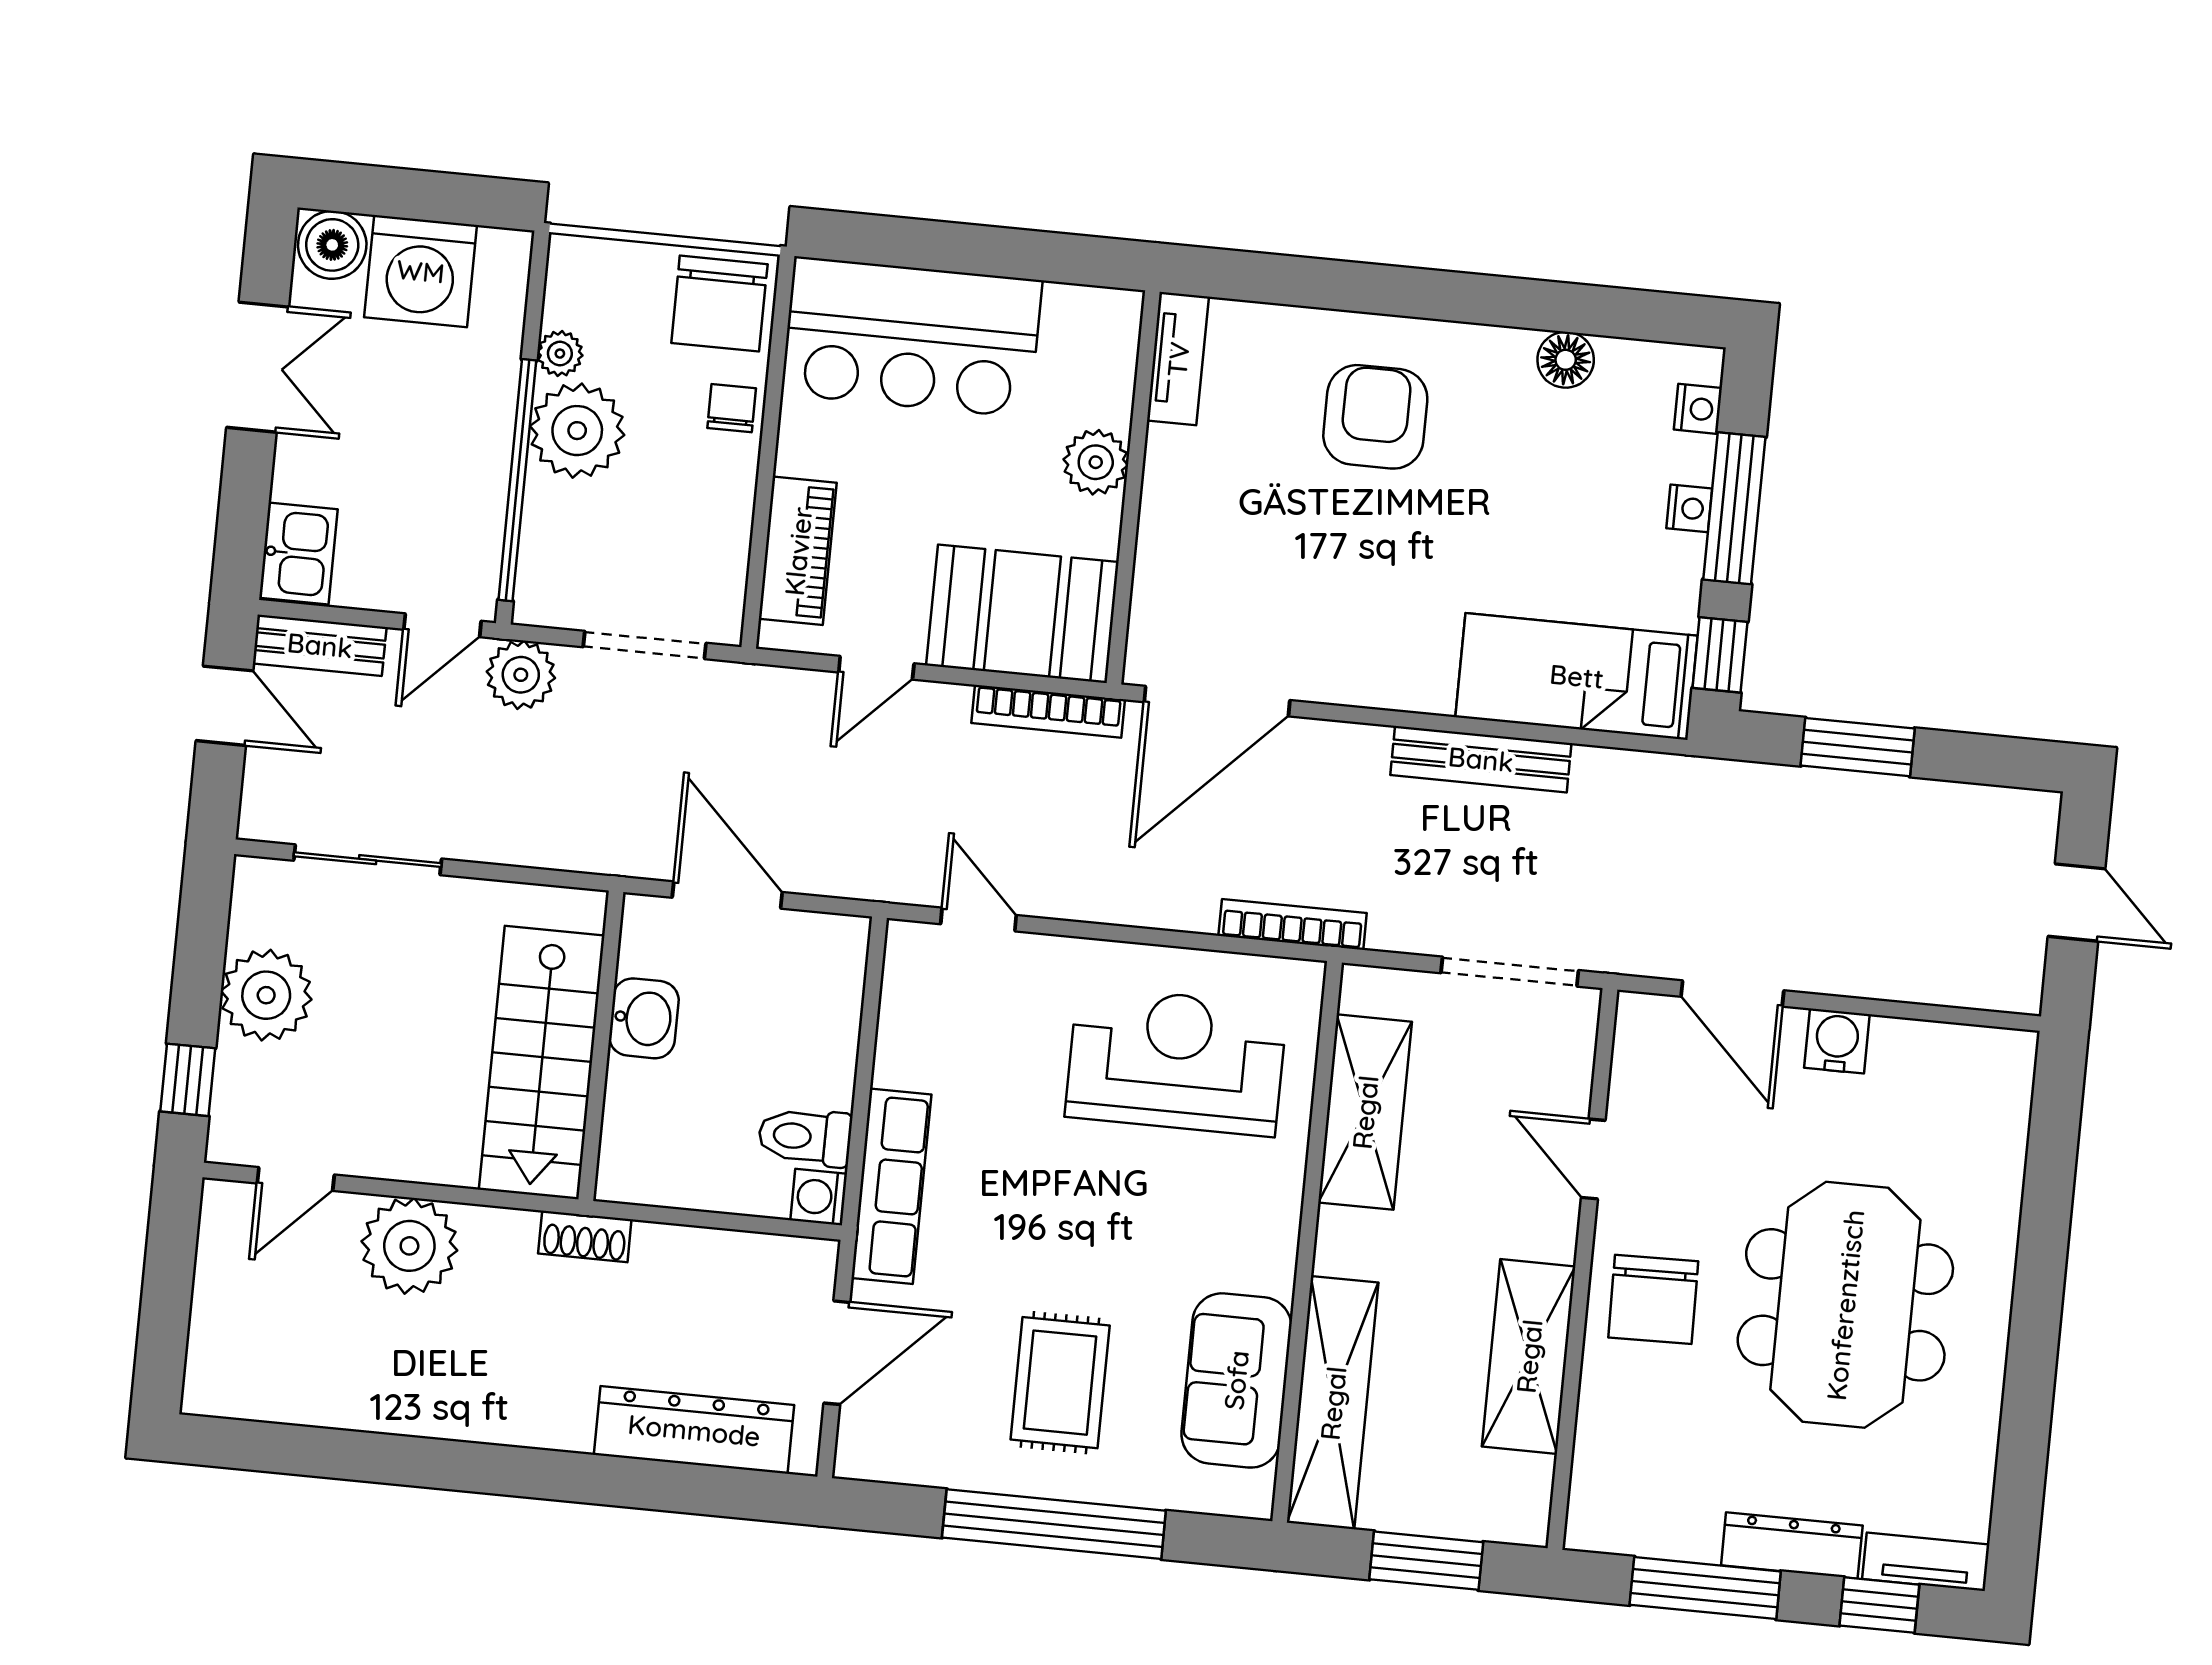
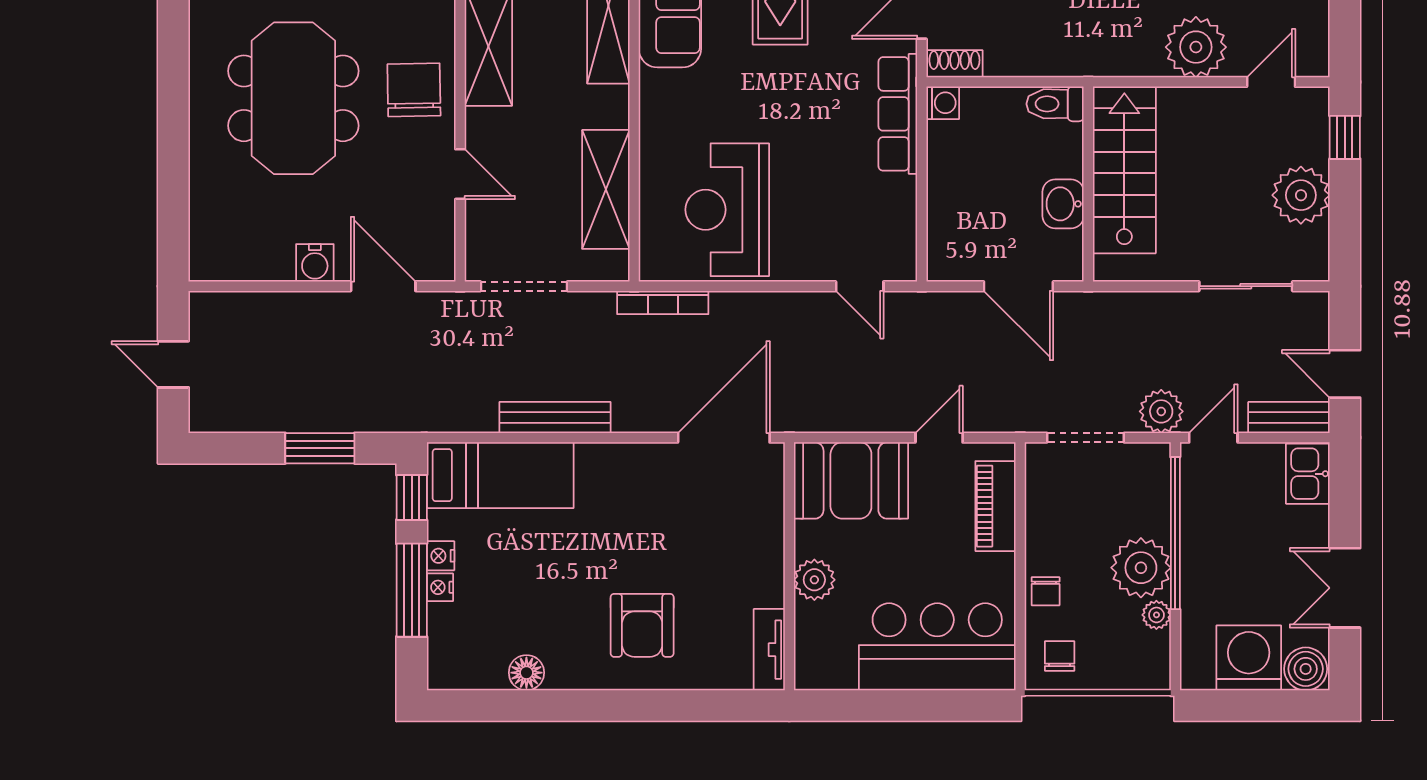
chair: (719, 304) -> (1060, 656), width x0.54, depth x0.54
nightstand: (1698, 409) -> (441, 556), moved
bookcase: (1048, 711) -> (829, 421), removed
reception desk: (1176, 1061) -> (727, 210), turned 90
toilet: (805, 1137) -> (1055, 104), moved, turned 180
shoe rack: (585, 1236) -> (954, 64), moved

